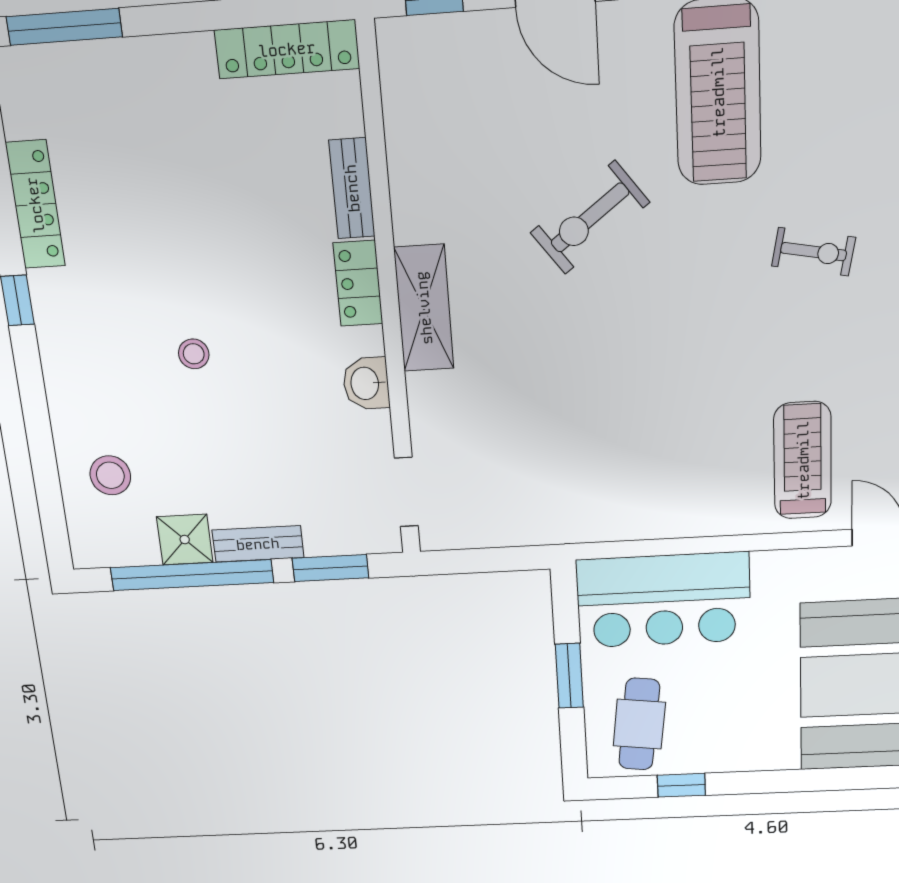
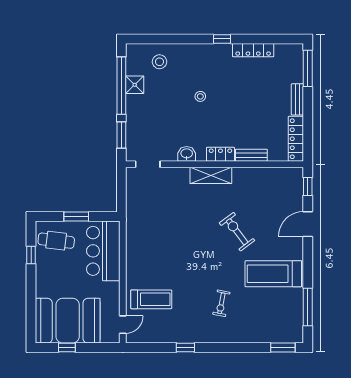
bench: (258, 544) -> (297, 99), moved

